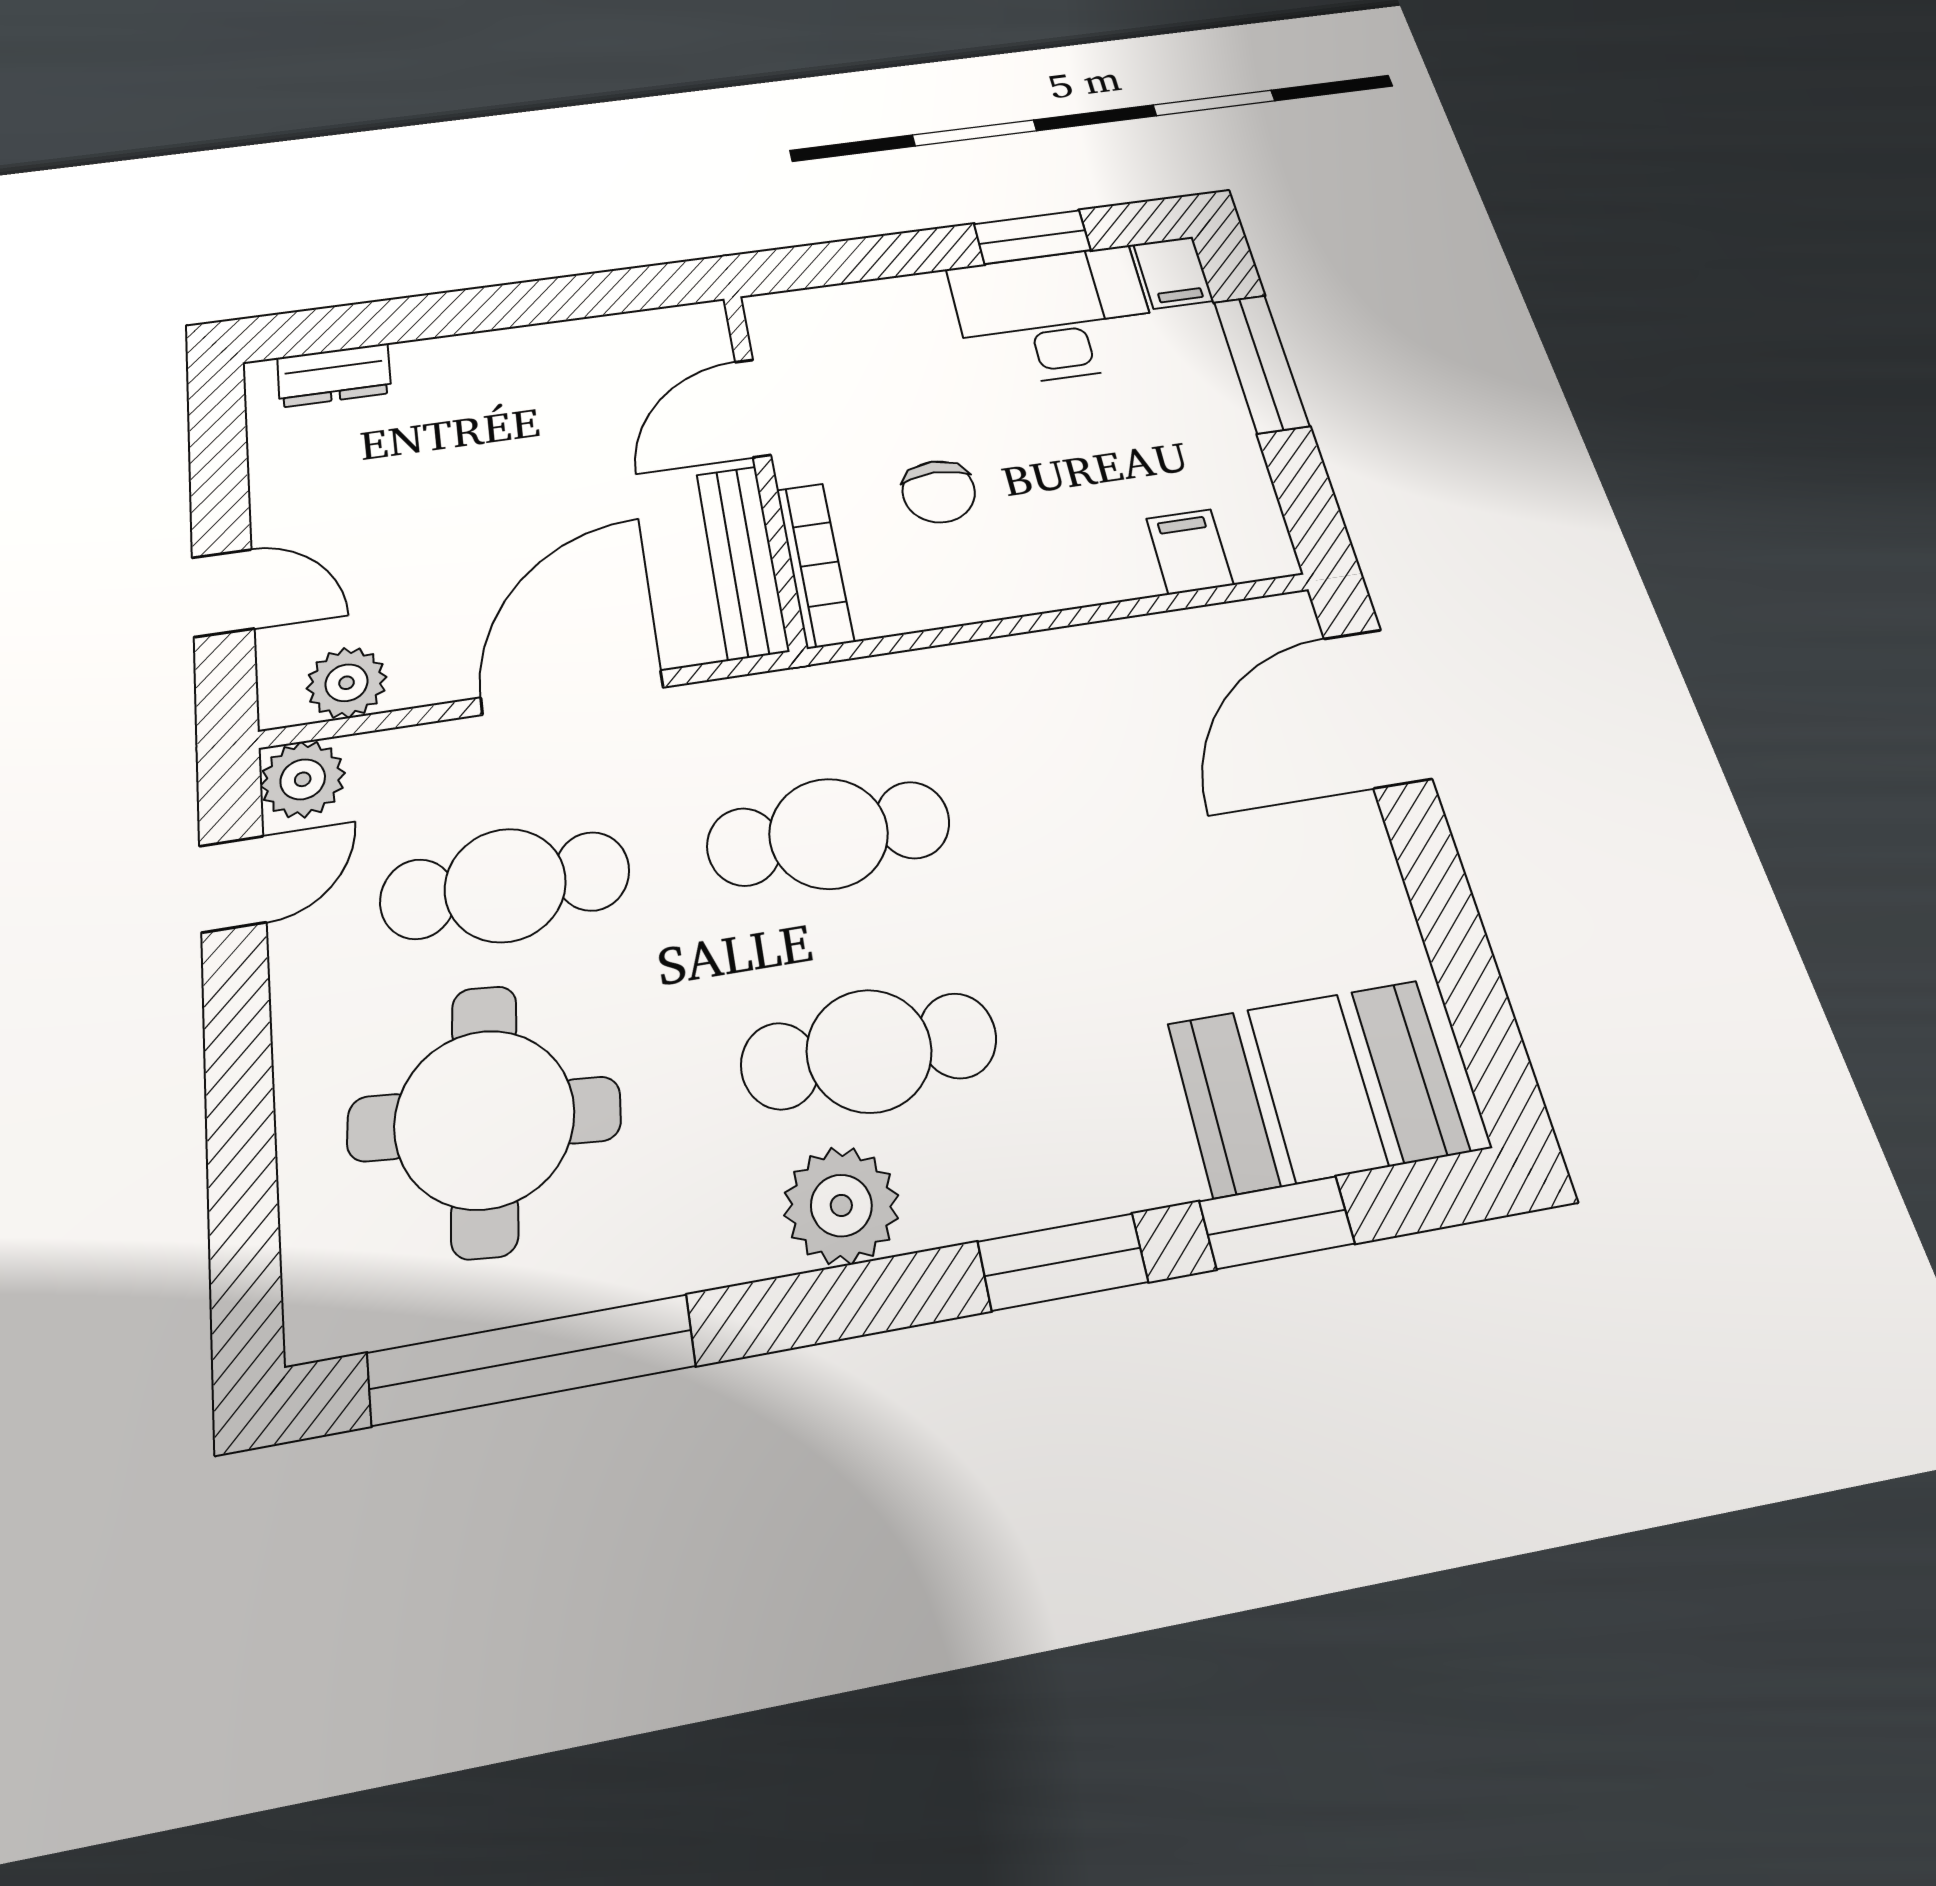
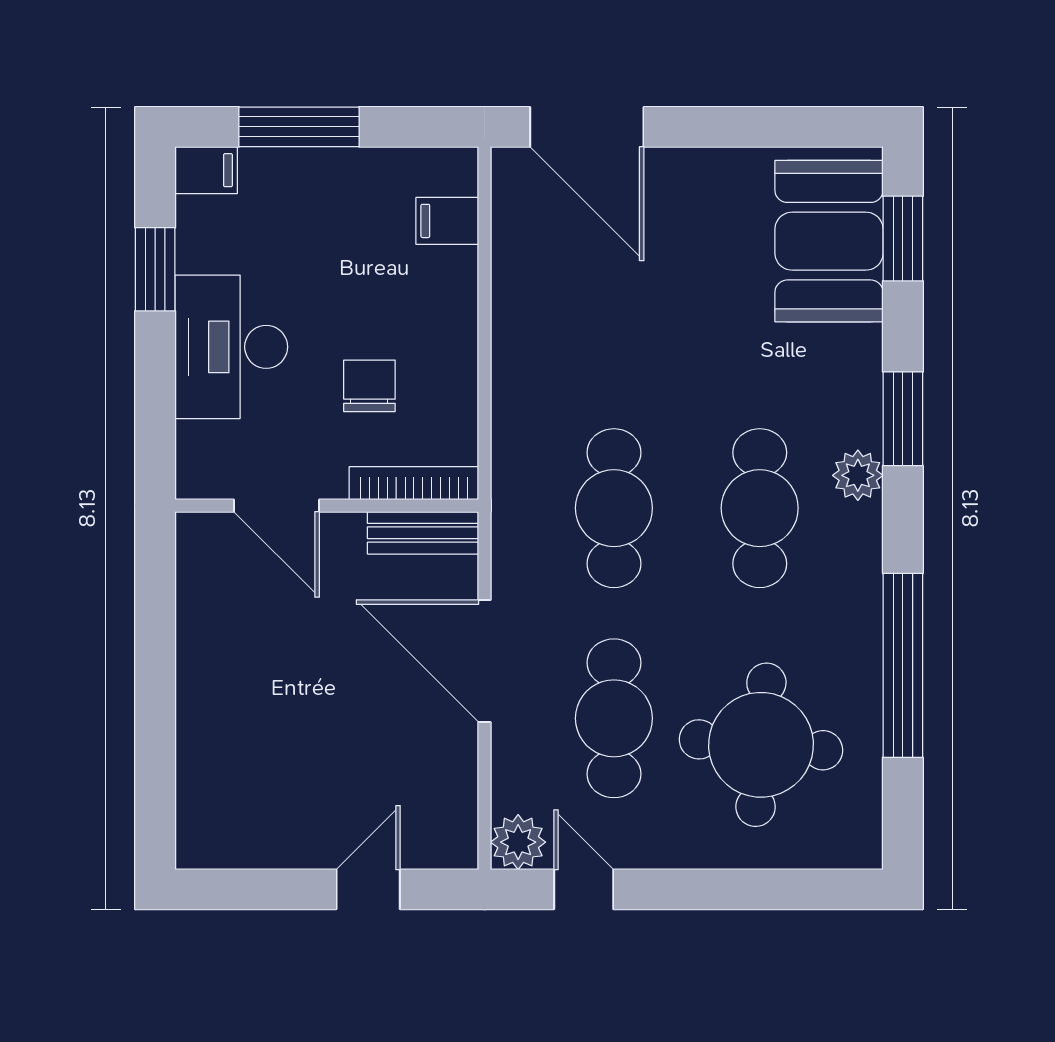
desk: (1054, 316) -> (231, 347), moved
dresser: (334, 375) -> (197, 804), removed
chair: (939, 492) -> (369, 386), turned -90
bench: (742, 561) -> (423, 533), width x0.73
plant: (347, 683) -> (452, 810), removed
plant: (841, 1205) -> (858, 475), moved, width x0.73, depth x0.73
window: (1277, 1222) -> (903, 239), moved
window: (531, 1359) -> (903, 665), moved

